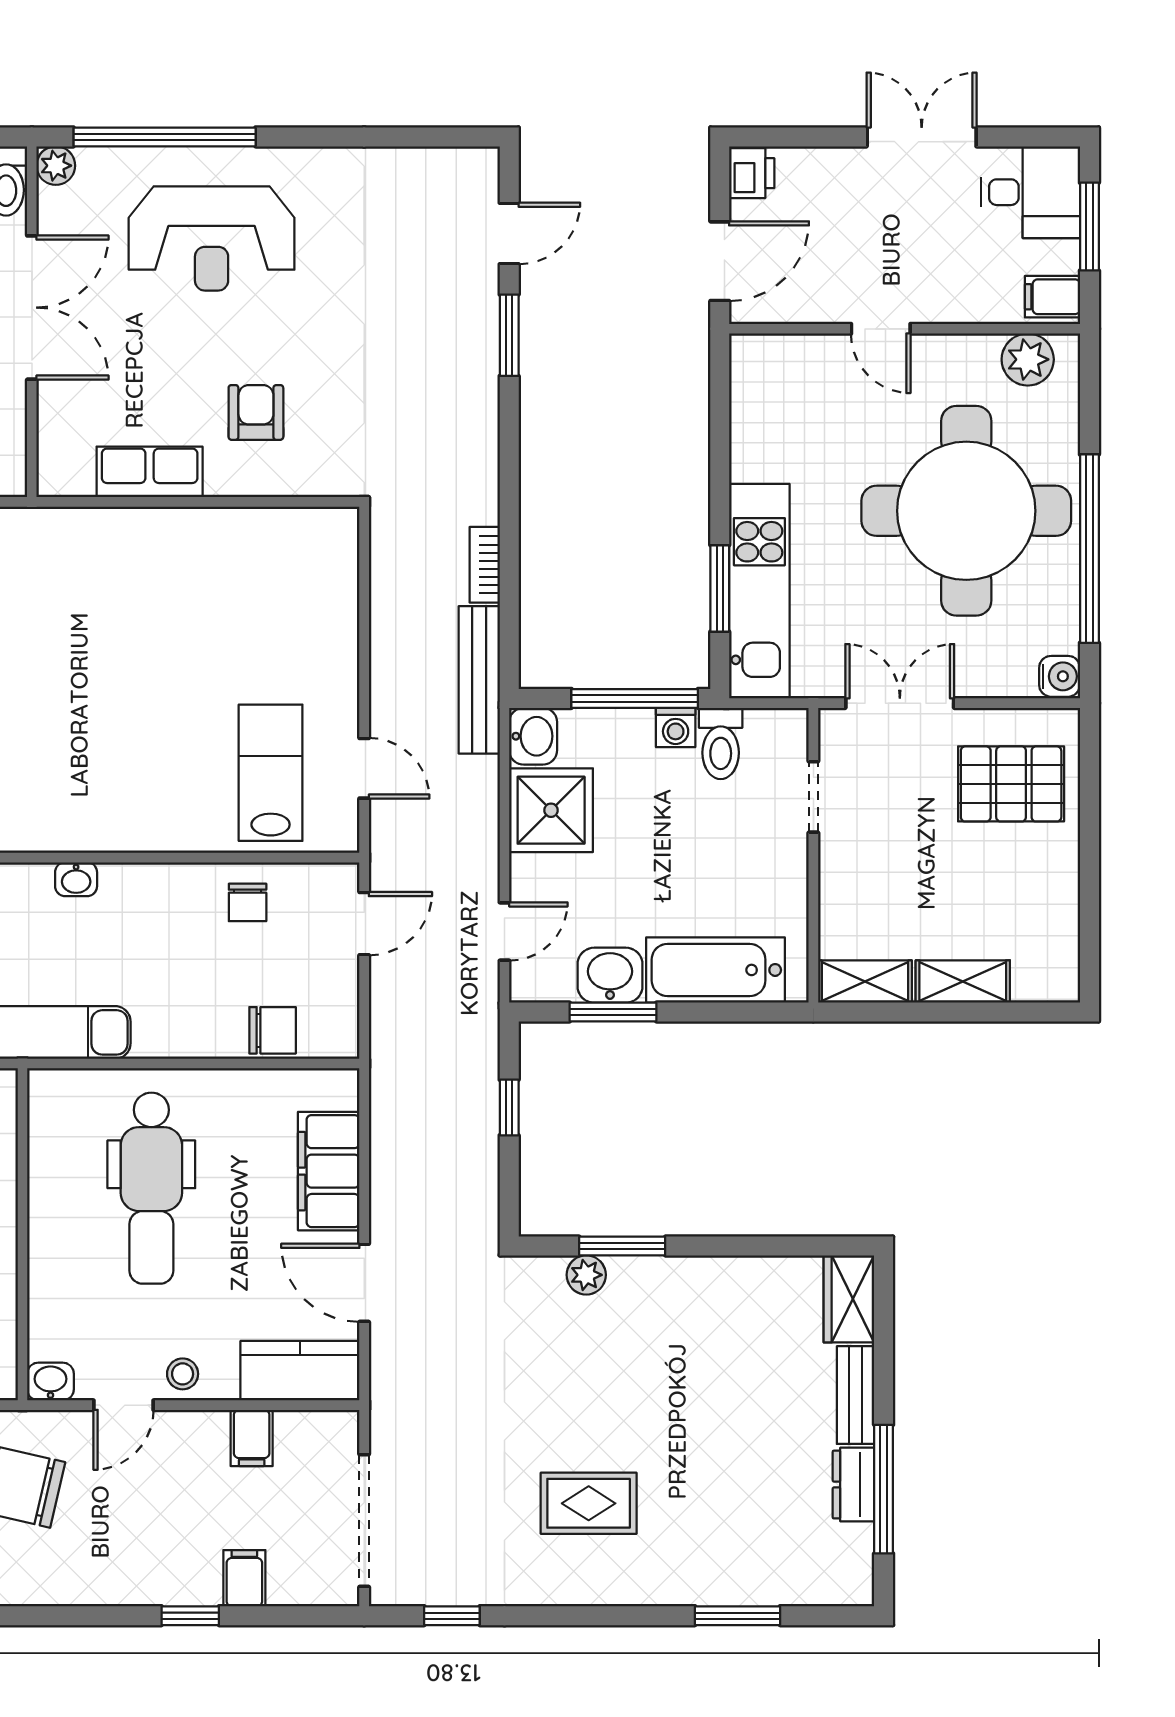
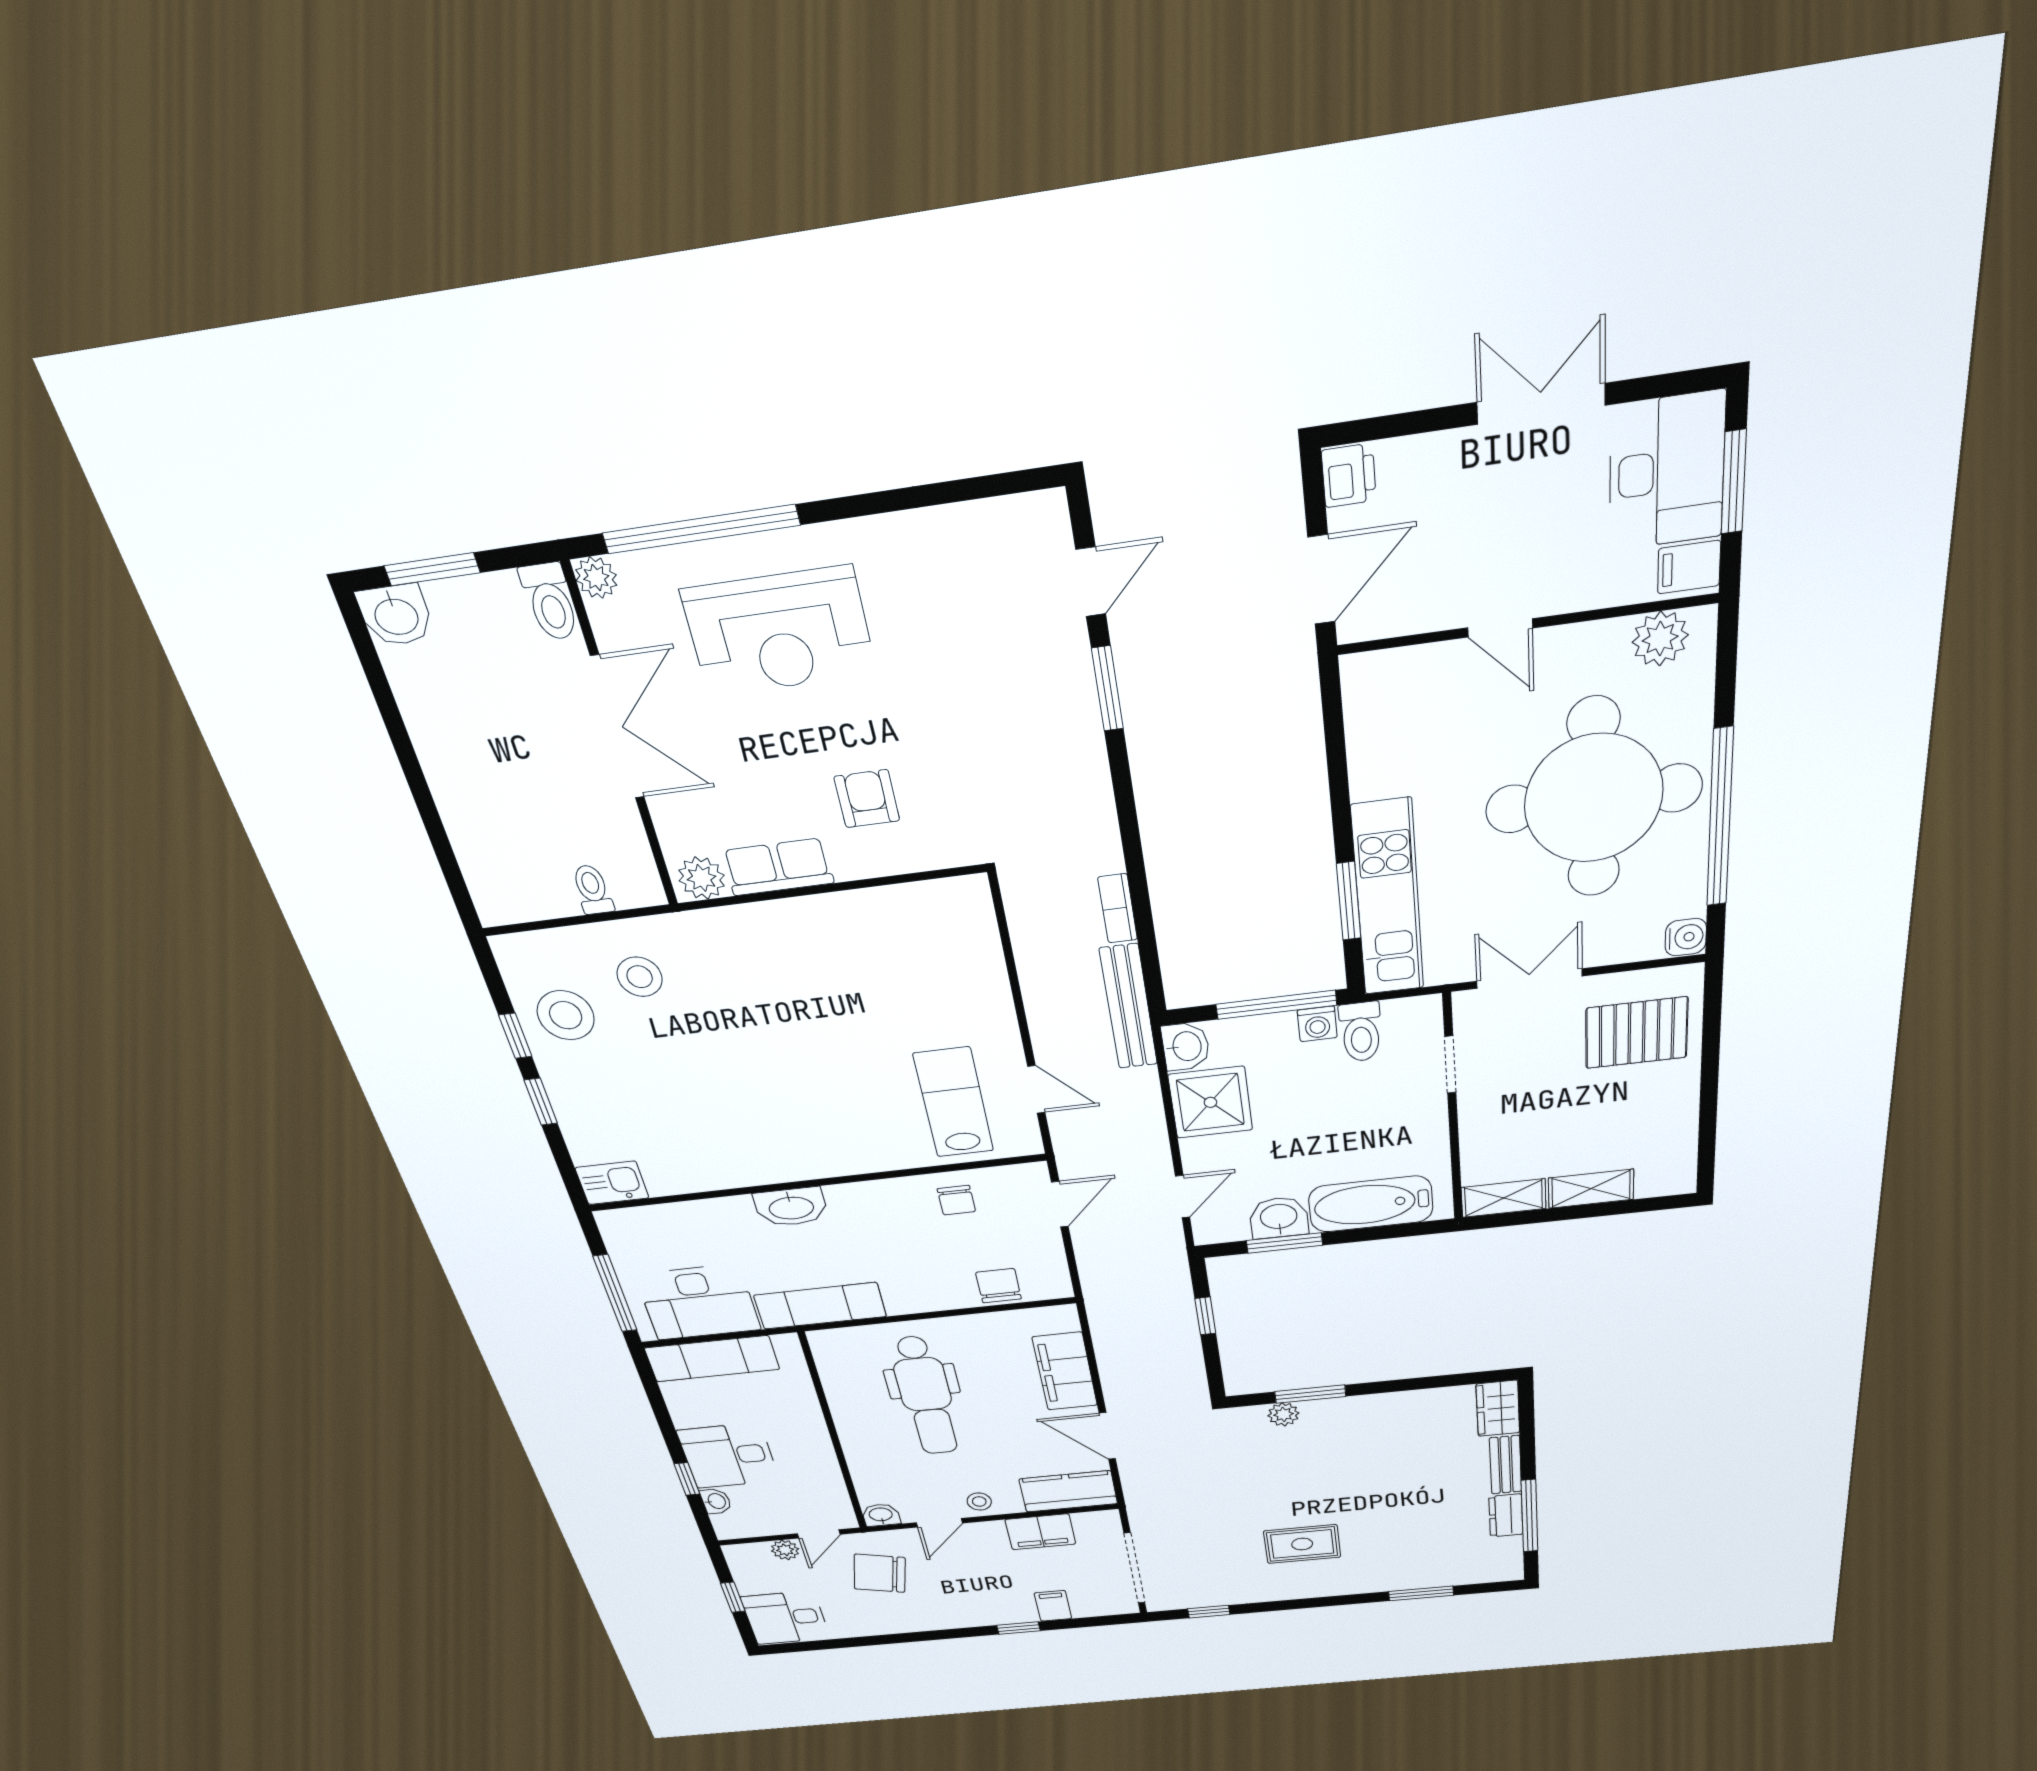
desk: (1031, 192) -> (1667, 471), width x1.37
plant: (69, 473) -> (702, 878), added
washbasin: (76, 879) -> (791, 1207), width x1.91, depth x1.45
chair: (273, 1030) -> (999, 1286), turned -90
filing cabinet: (252, 1438) -> (1040, 1532), width x2.00

